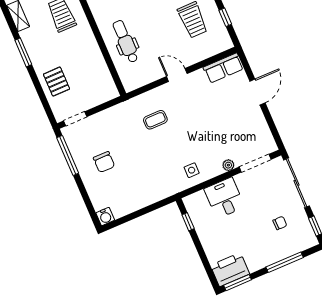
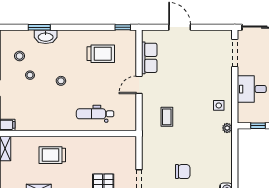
window: (225, 17) -> (123, 27), moved
row of seats: (223, 68) -> (149, 58), moved
plant: (228, 165) -> (227, 128), moved

